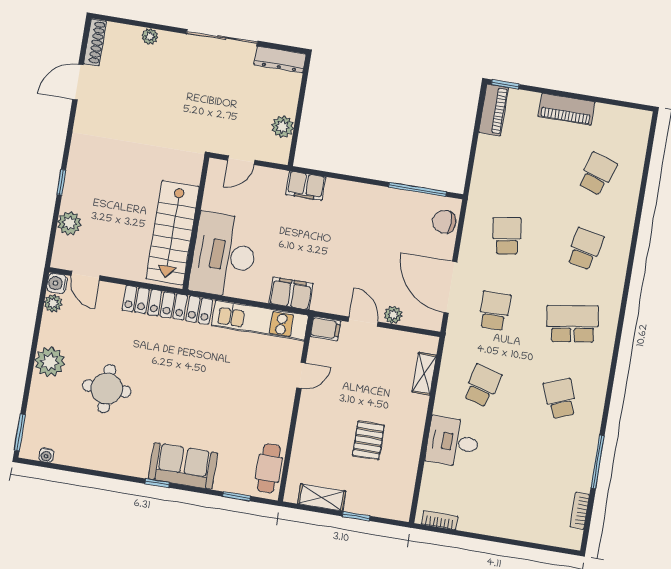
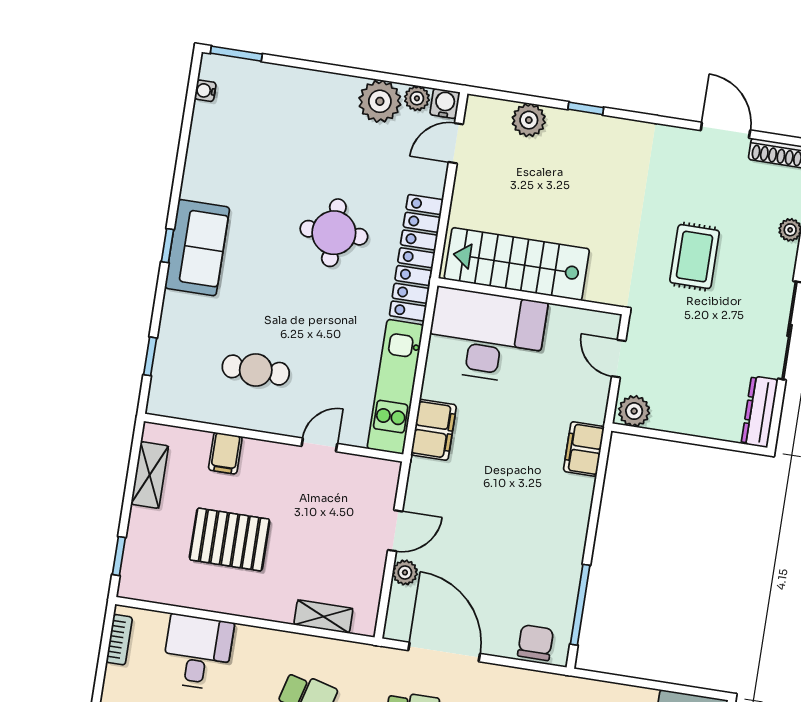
rug: (168, 105) -> (695, 257), added
plant: (283, 127) -> (634, 411), moved
door: (450, 287) -> (444, 652), hinge flipped
filing cabinet: (325, 328) -> (225, 453), moved
plant: (50, 362) -> (380, 101), moved
door: (301, 375) -> (319, 445), swing flipped
round table: (107, 389) -> (334, 233), moved
pallet: (368, 440) -> (230, 540), width x1.50, depth x1.42
desk: (453, 442) -> (198, 652), moved
sofa: (183, 466) -> (197, 248), moved
cafe table: (269, 468) -> (256, 370), moved
window: (356, 516) -> (119, 556), moved

